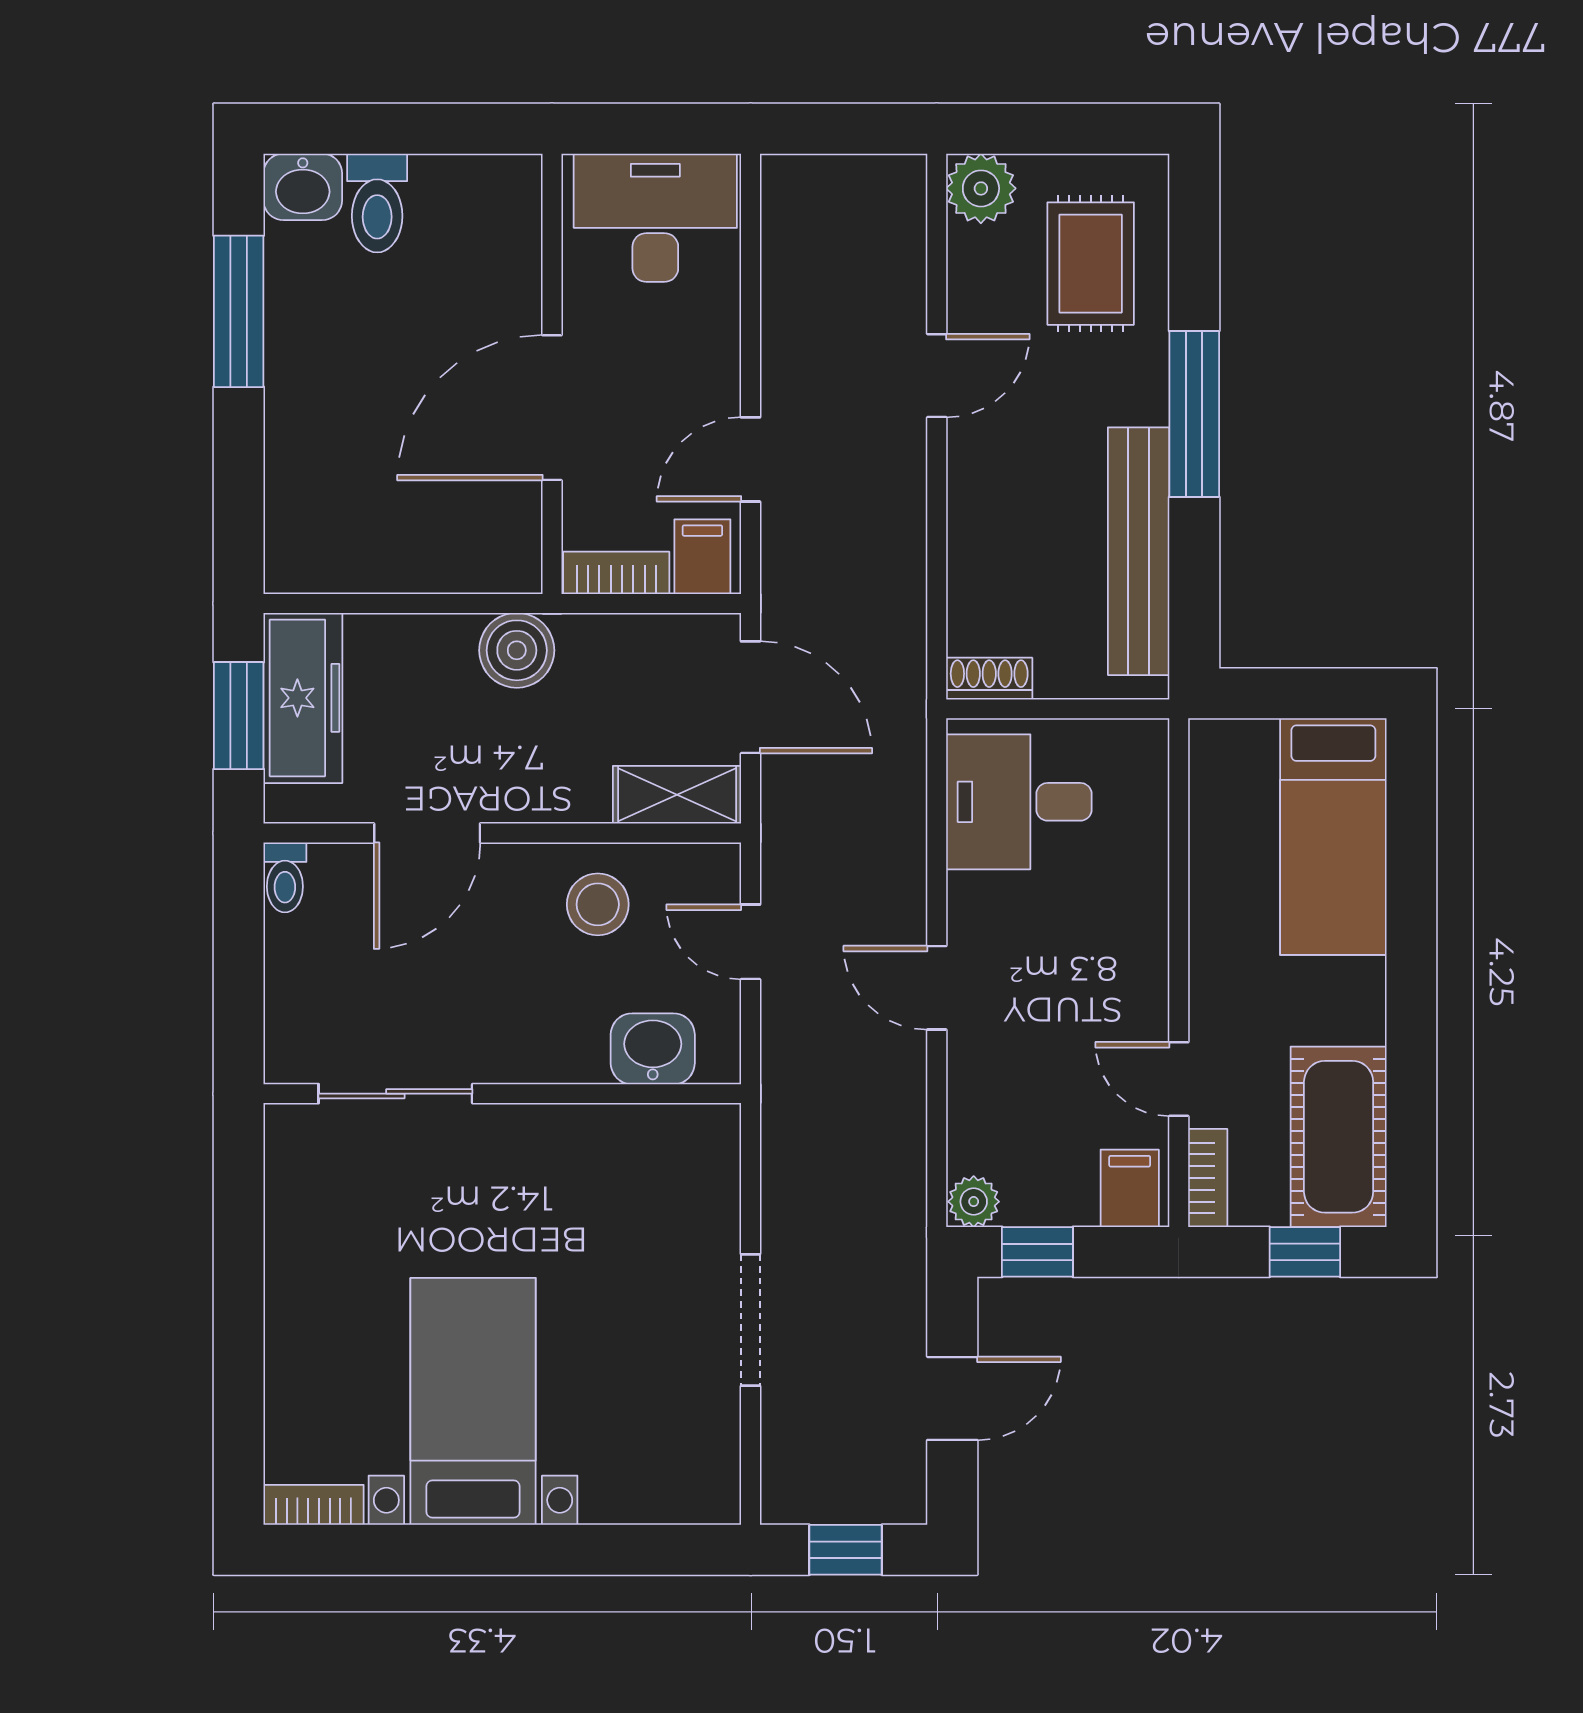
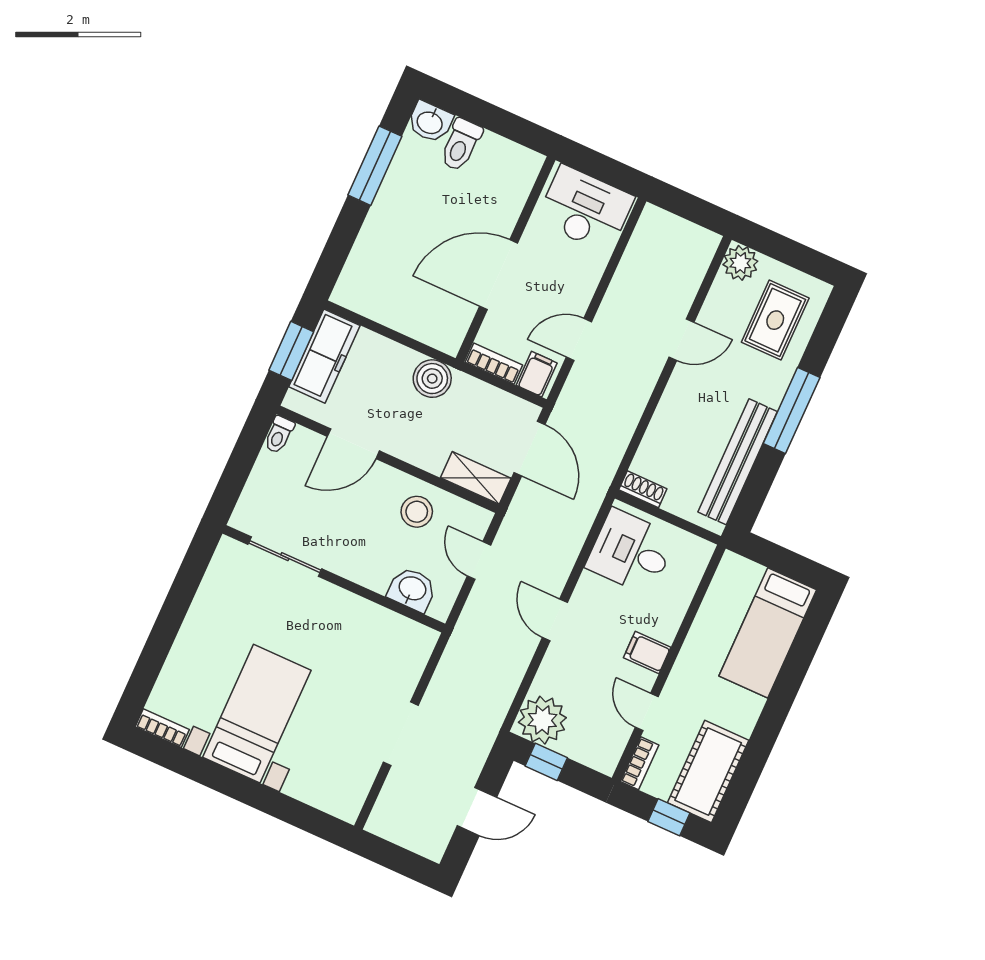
filing cabinet: (1130, 1188) -> (647, 653), moved, turned -90
plant: (974, 1202) -> (542, 720), width x1.88, depth x1.88
window: (846, 1550) -> (397, 859), removed

